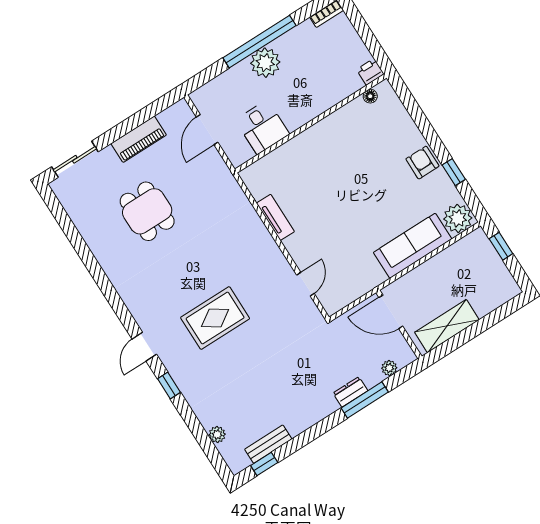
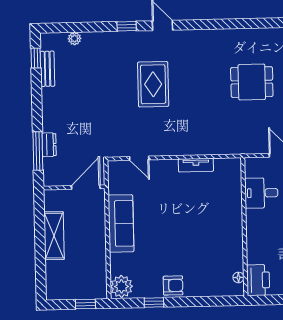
printer: (370, 72) -> (258, 280), width x1.87, depth x1.48
sofa: (413, 246) -> (121, 223), moved
door: (391, 312) -> (86, 187), moved
wall: (399, 324) -> (74, 187), moved
plant: (389, 368) -> (49, 180), removed

